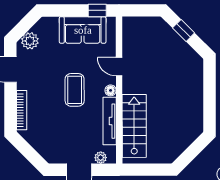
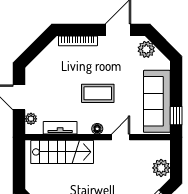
plant: (150, 25) -> (161, 168), added
sofa: (83, 30) -> (157, 101), width x1.36
tv unit: (110, 121) -> (60, 128), width x0.71

